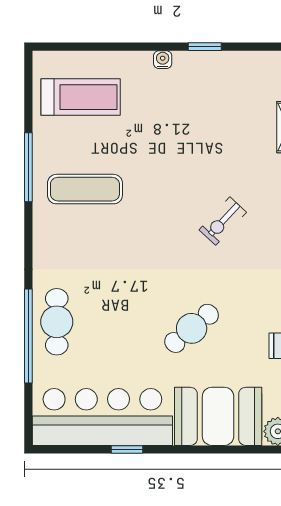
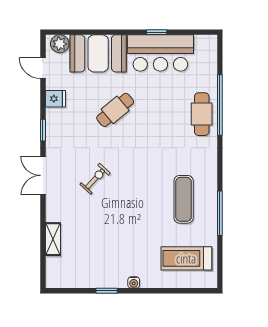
exercise mat: (85, 189) -> (184, 199), turned 90
bar counter: (102, 417) -> (160, 53), width x0.73

